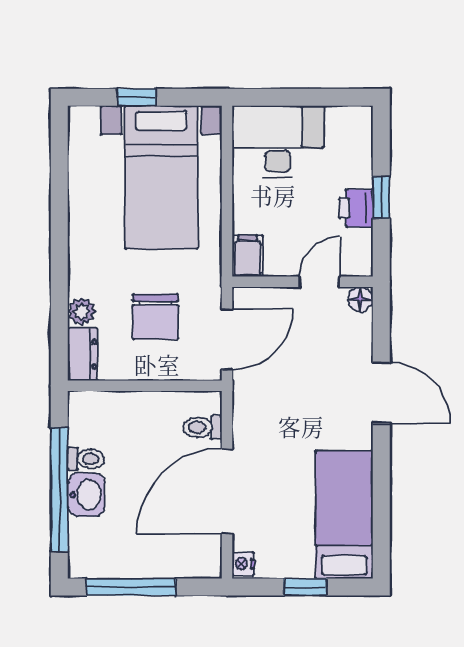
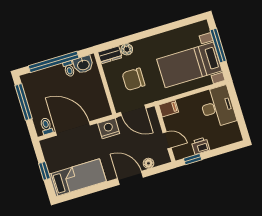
window: (137, 97) -> (218, 46), width x2.17
window: (381, 197) -> (193, 159), moved
floor lamp: (360, 299) -> (148, 163), moved
door: (381, 393) -> (130, 178), swing flipped
toilet: (203, 427) -> (46, 126), moved
washbasin: (86, 495) -> (83, 65), moved
nightstand: (243, 564) -> (109, 128), moved, width x1.89, depth x1.79

